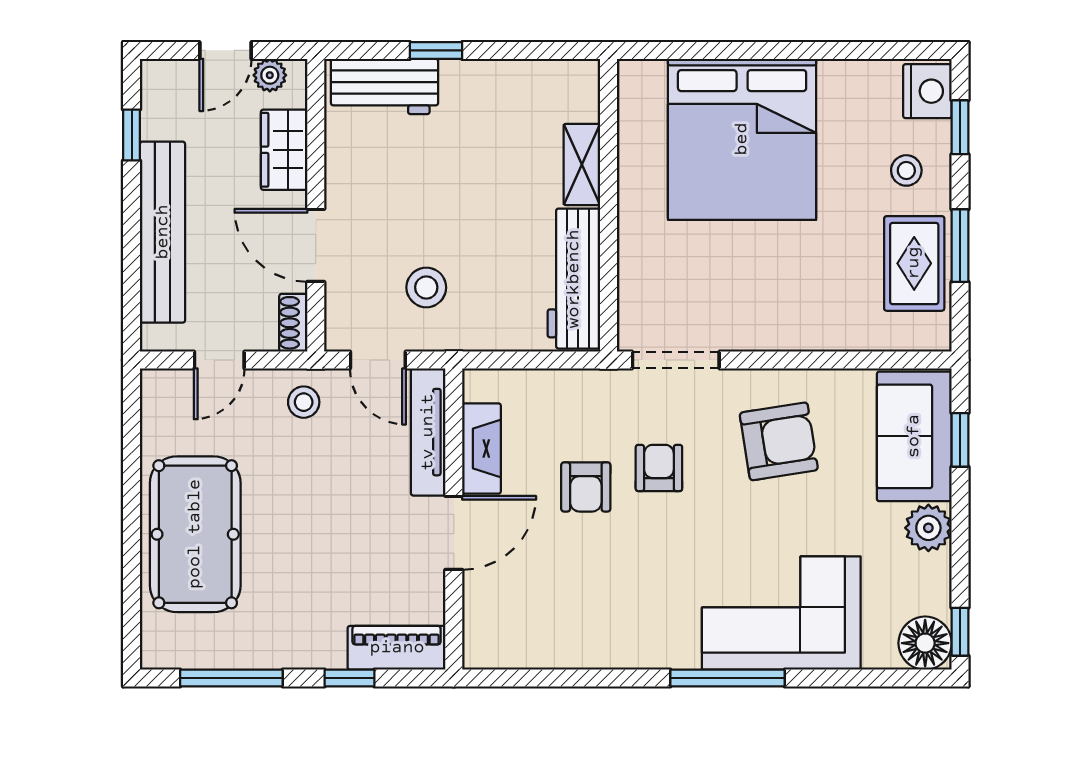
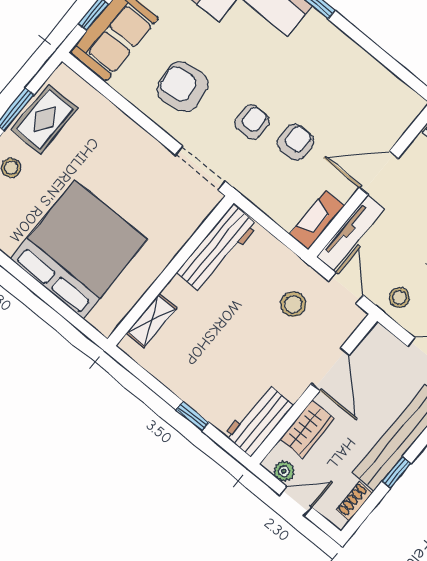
workbench: (385, 87) -> (259, 420), moved, turned -90
window: (132, 135) -> (397, 472), moved
shelving: (582, 165) -> (151, 321), moved
shoe rack: (293, 323) -> (354, 501), moved, turned 180
fireplace: (481, 449) -> (317, 220), moved
armchair: (659, 468) -> (252, 122), turned 180

